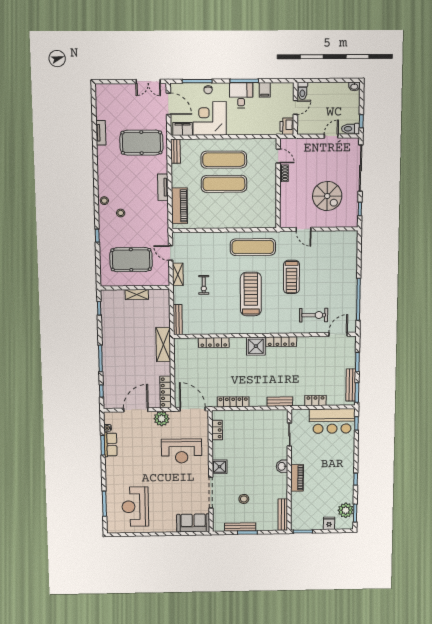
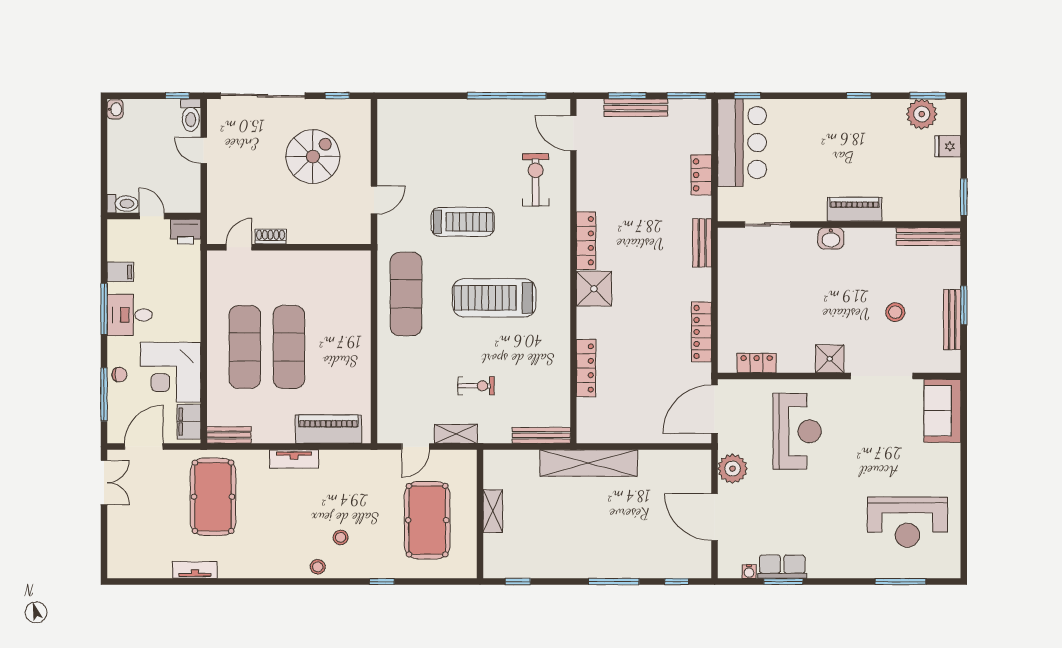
shelving: (163, 345) -> (589, 463), width x1.47
bench: (351, 385) -> (636, 108), moved
locker: (166, 392) -> (680, 460), removed

